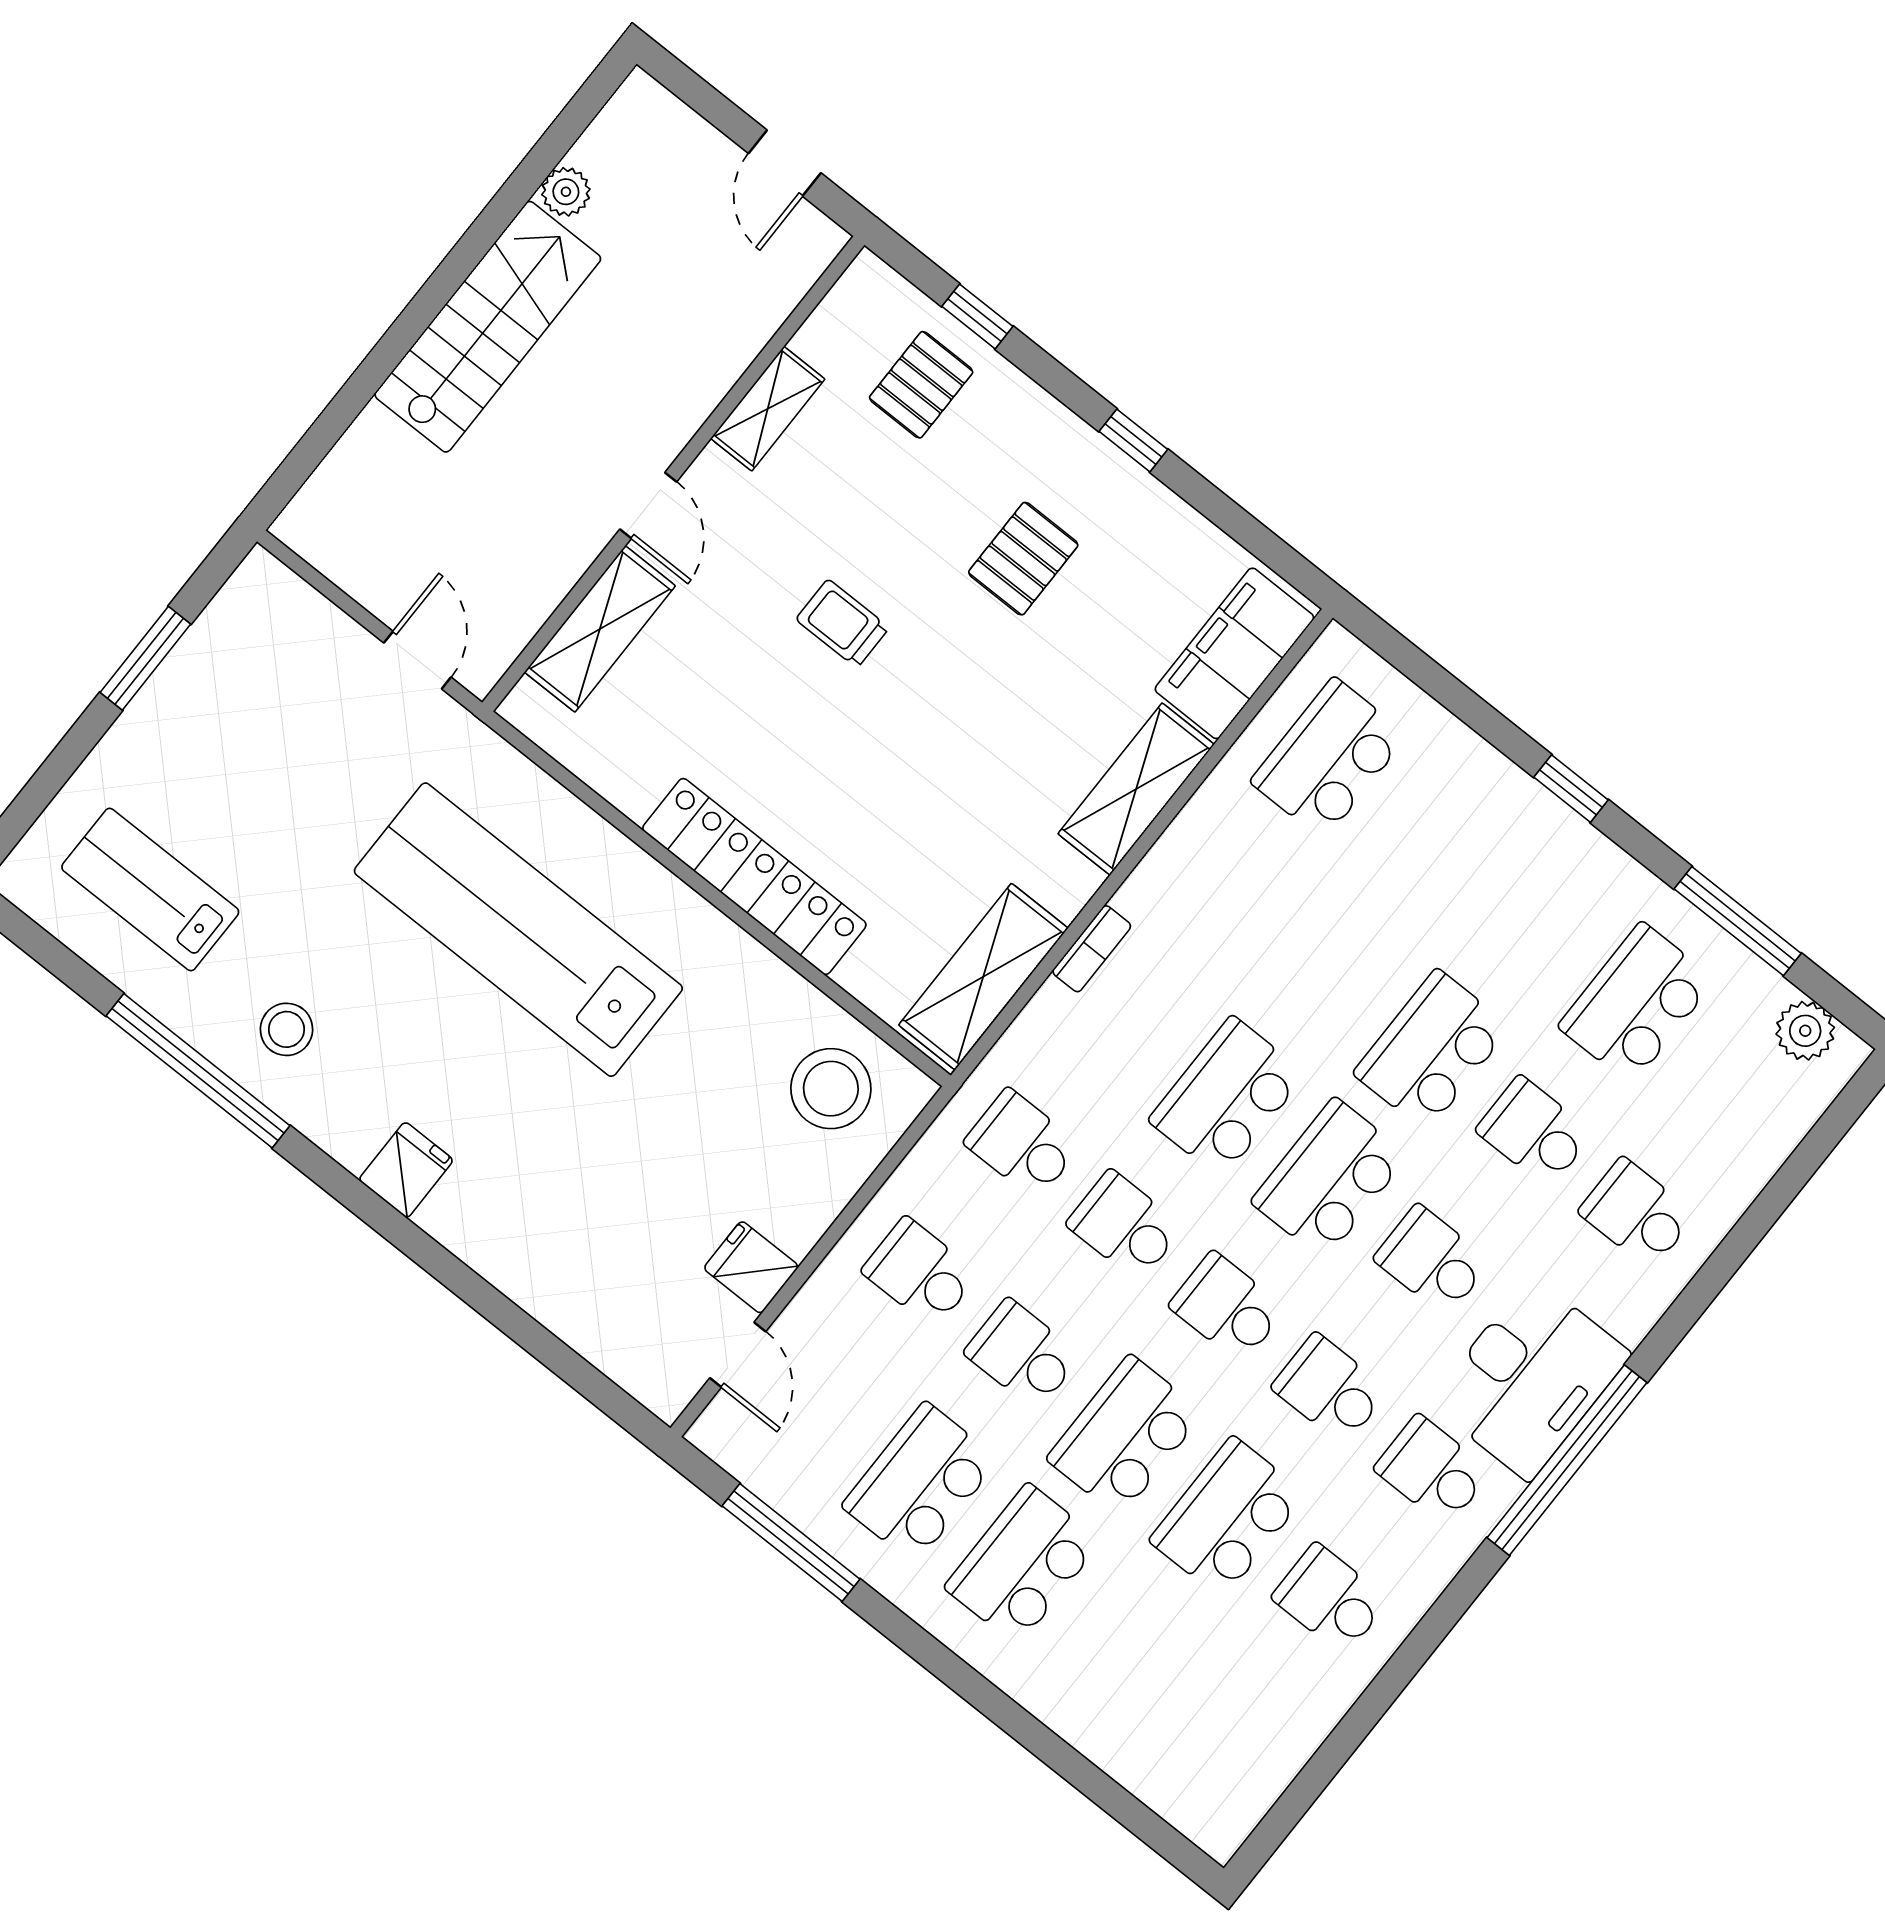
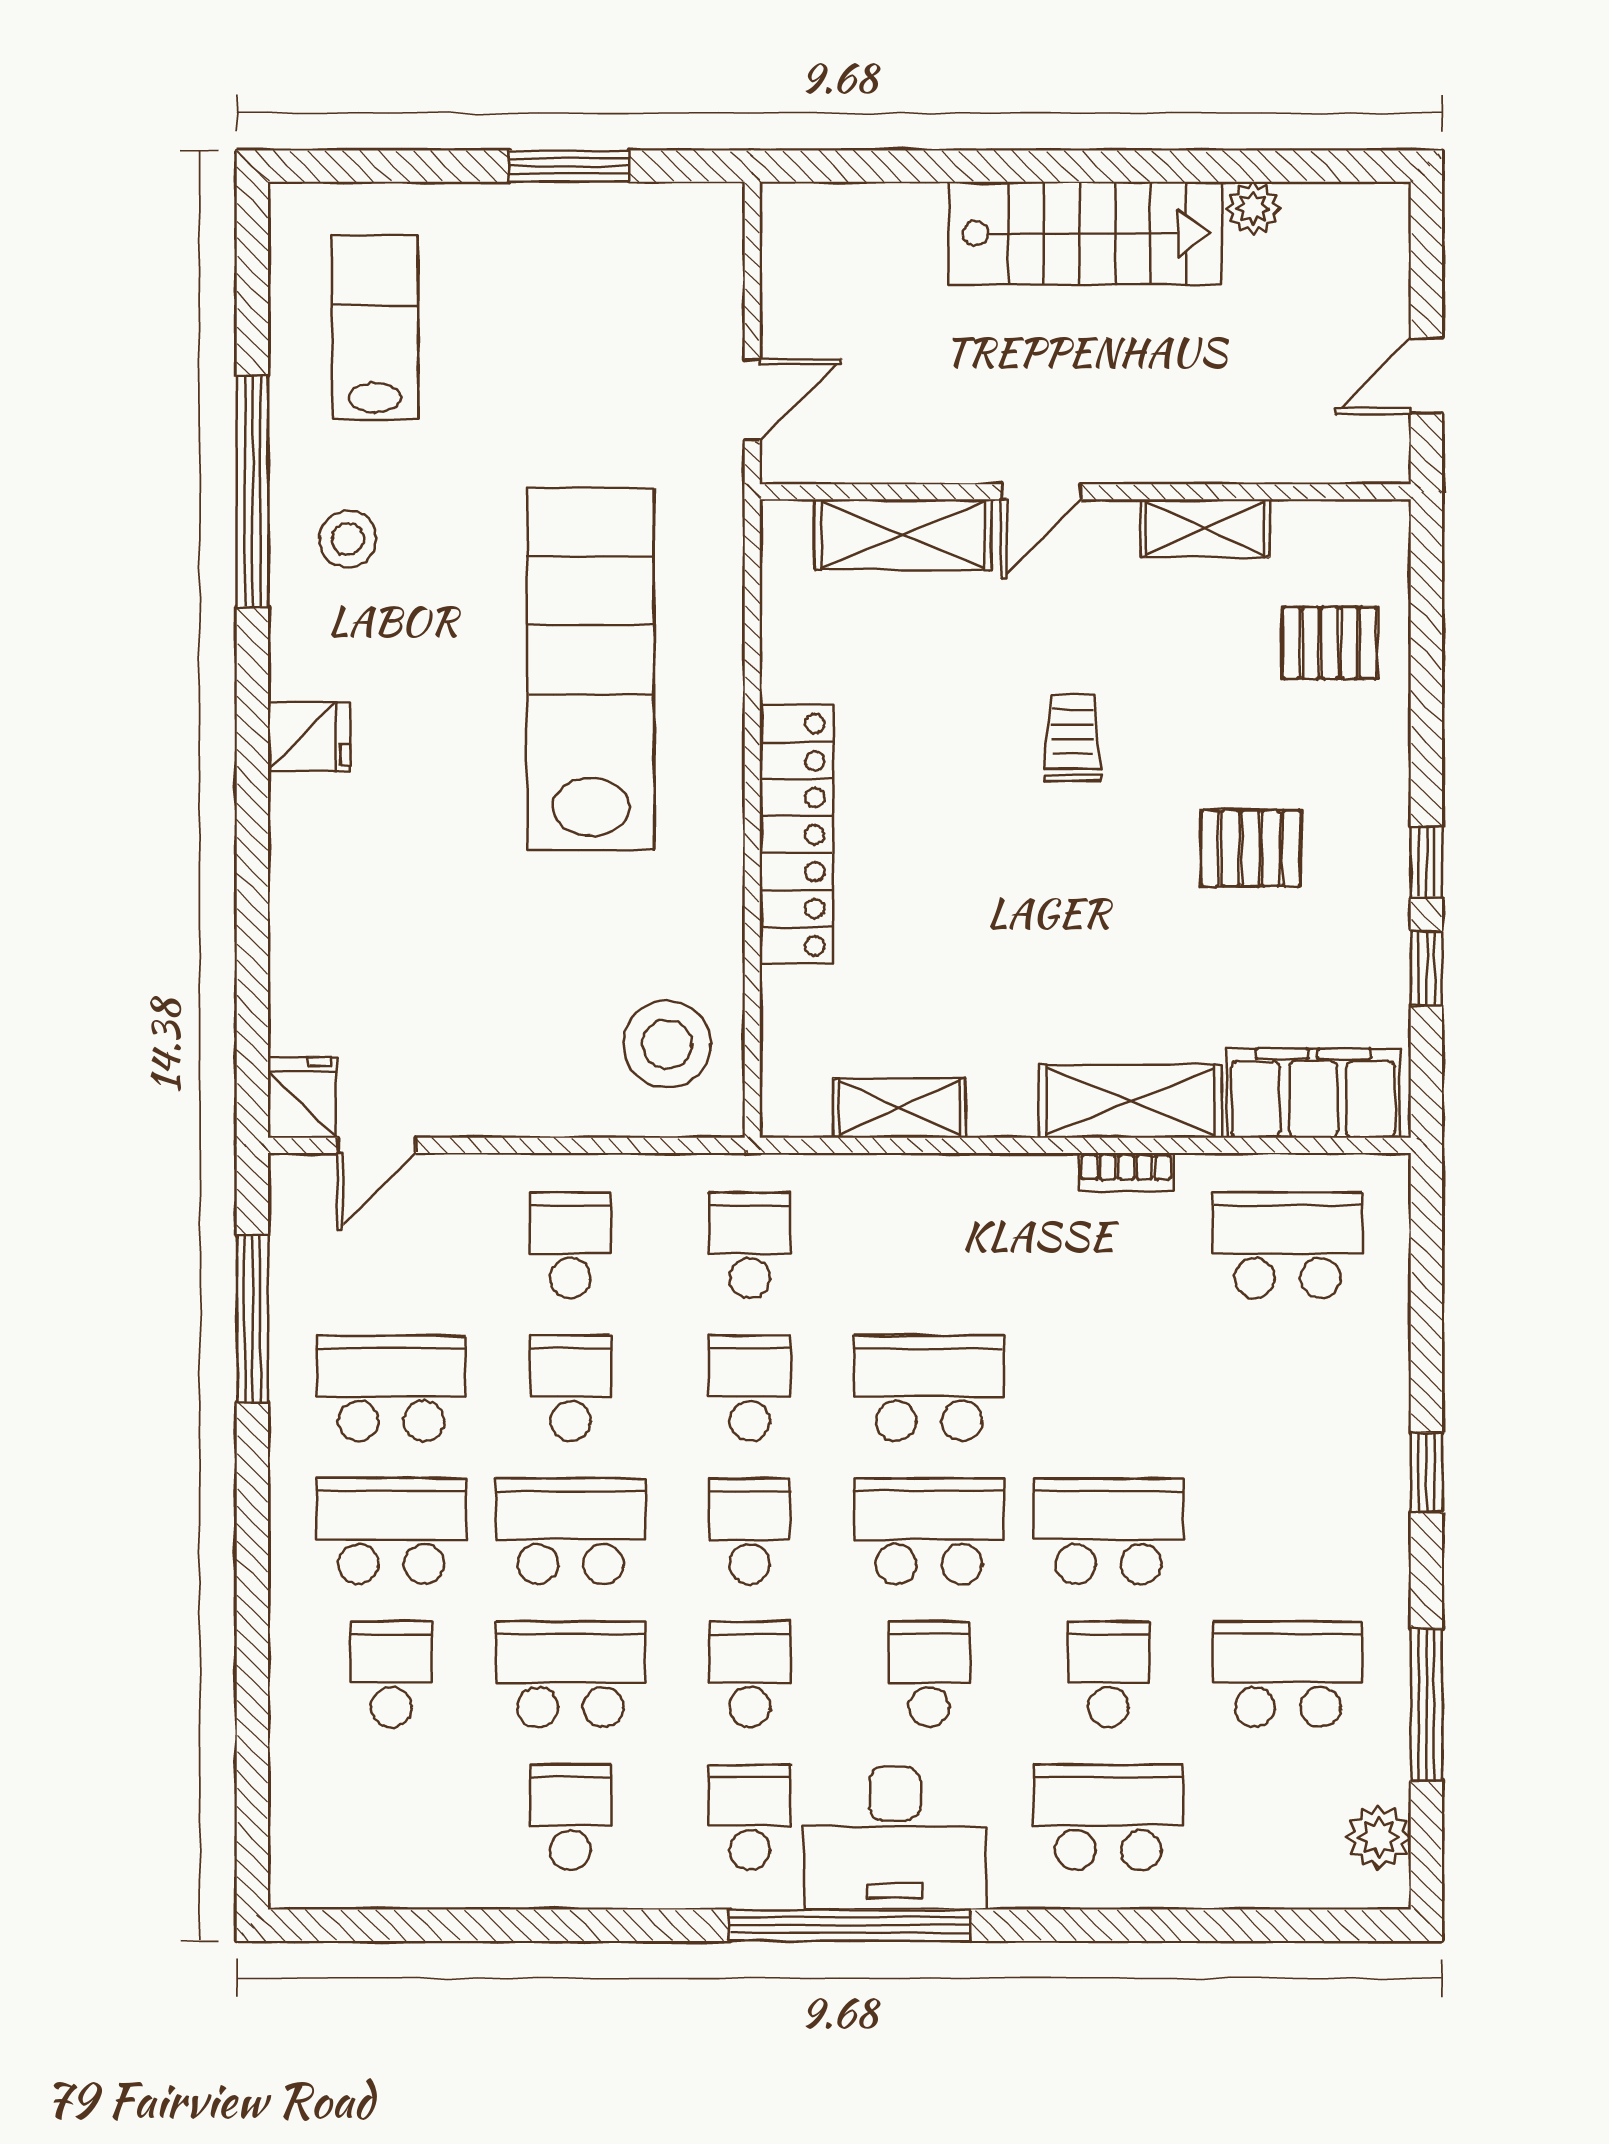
window: (977, 316) -> (1426, 968), moved
bookcase: (1092, 949) -> (1126, 1172), moved
shelving: (983, 977) -> (899, 1108), width x0.67, depth x0.75
school desk: (1637, 1213) -> (1108, 1817), width x1.85
fridge: (751, 1267) -> (302, 1097), moved
school desk: (1125, 1646) -> (391, 1674), added

